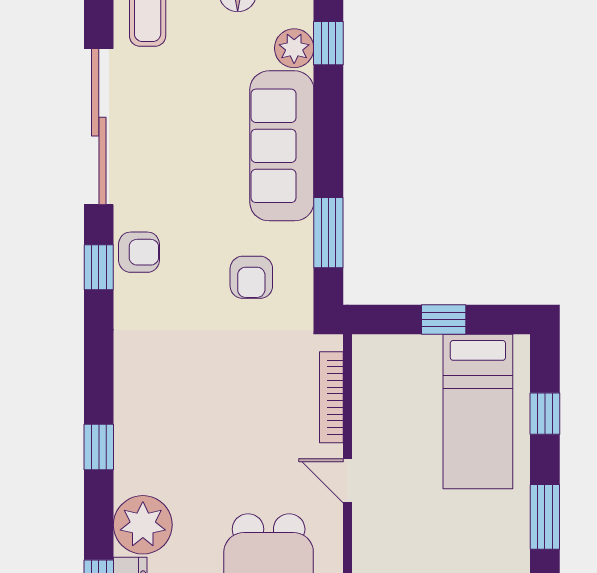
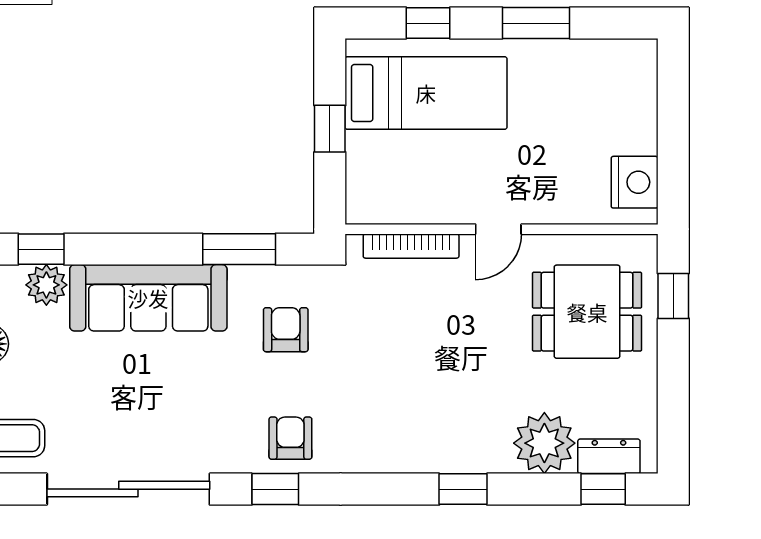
armchair: (139, 252) -> (290, 438), moved
armchair: (251, 277) -> (286, 330), turned -90

